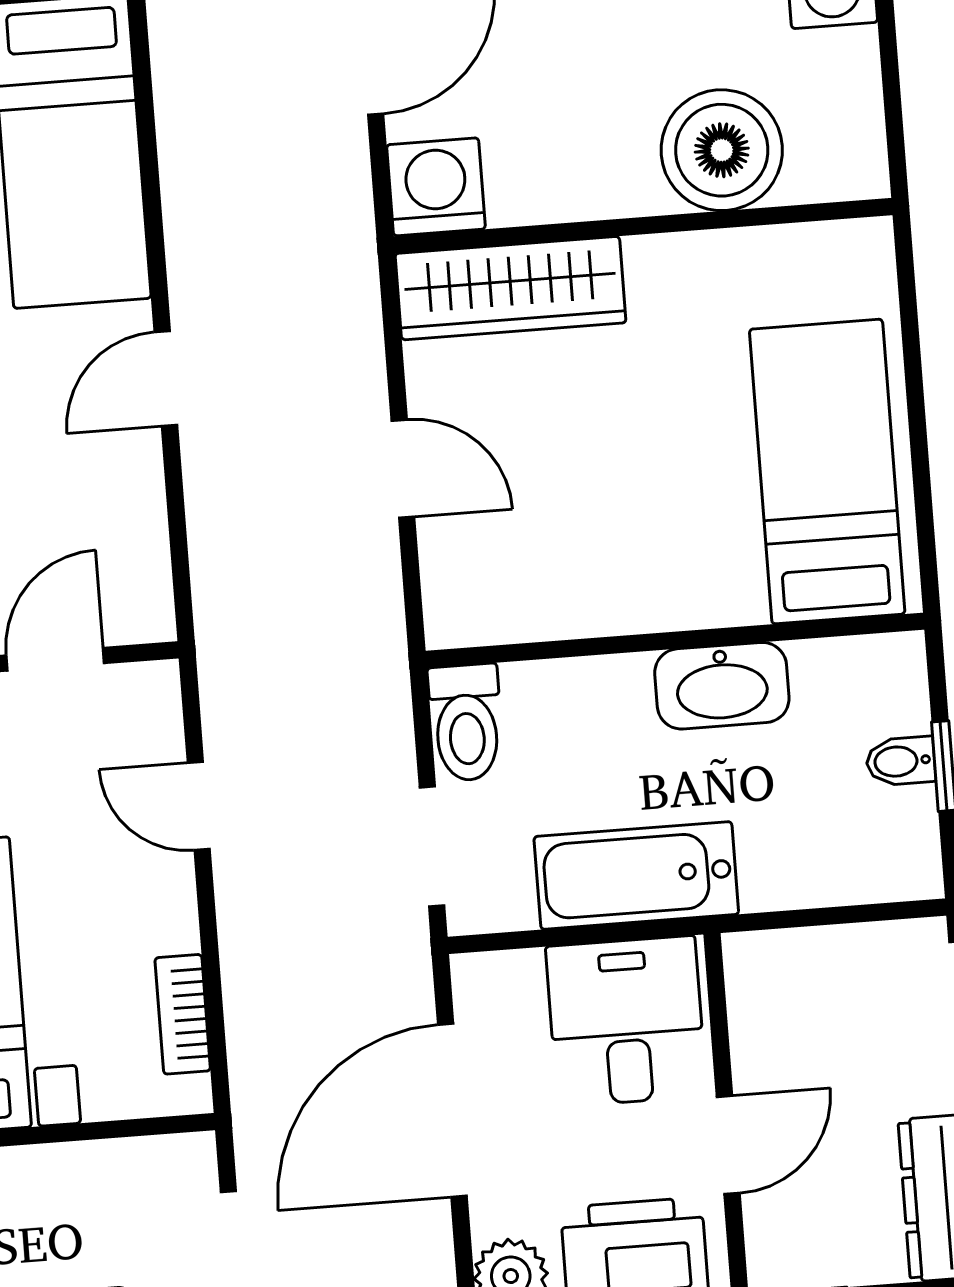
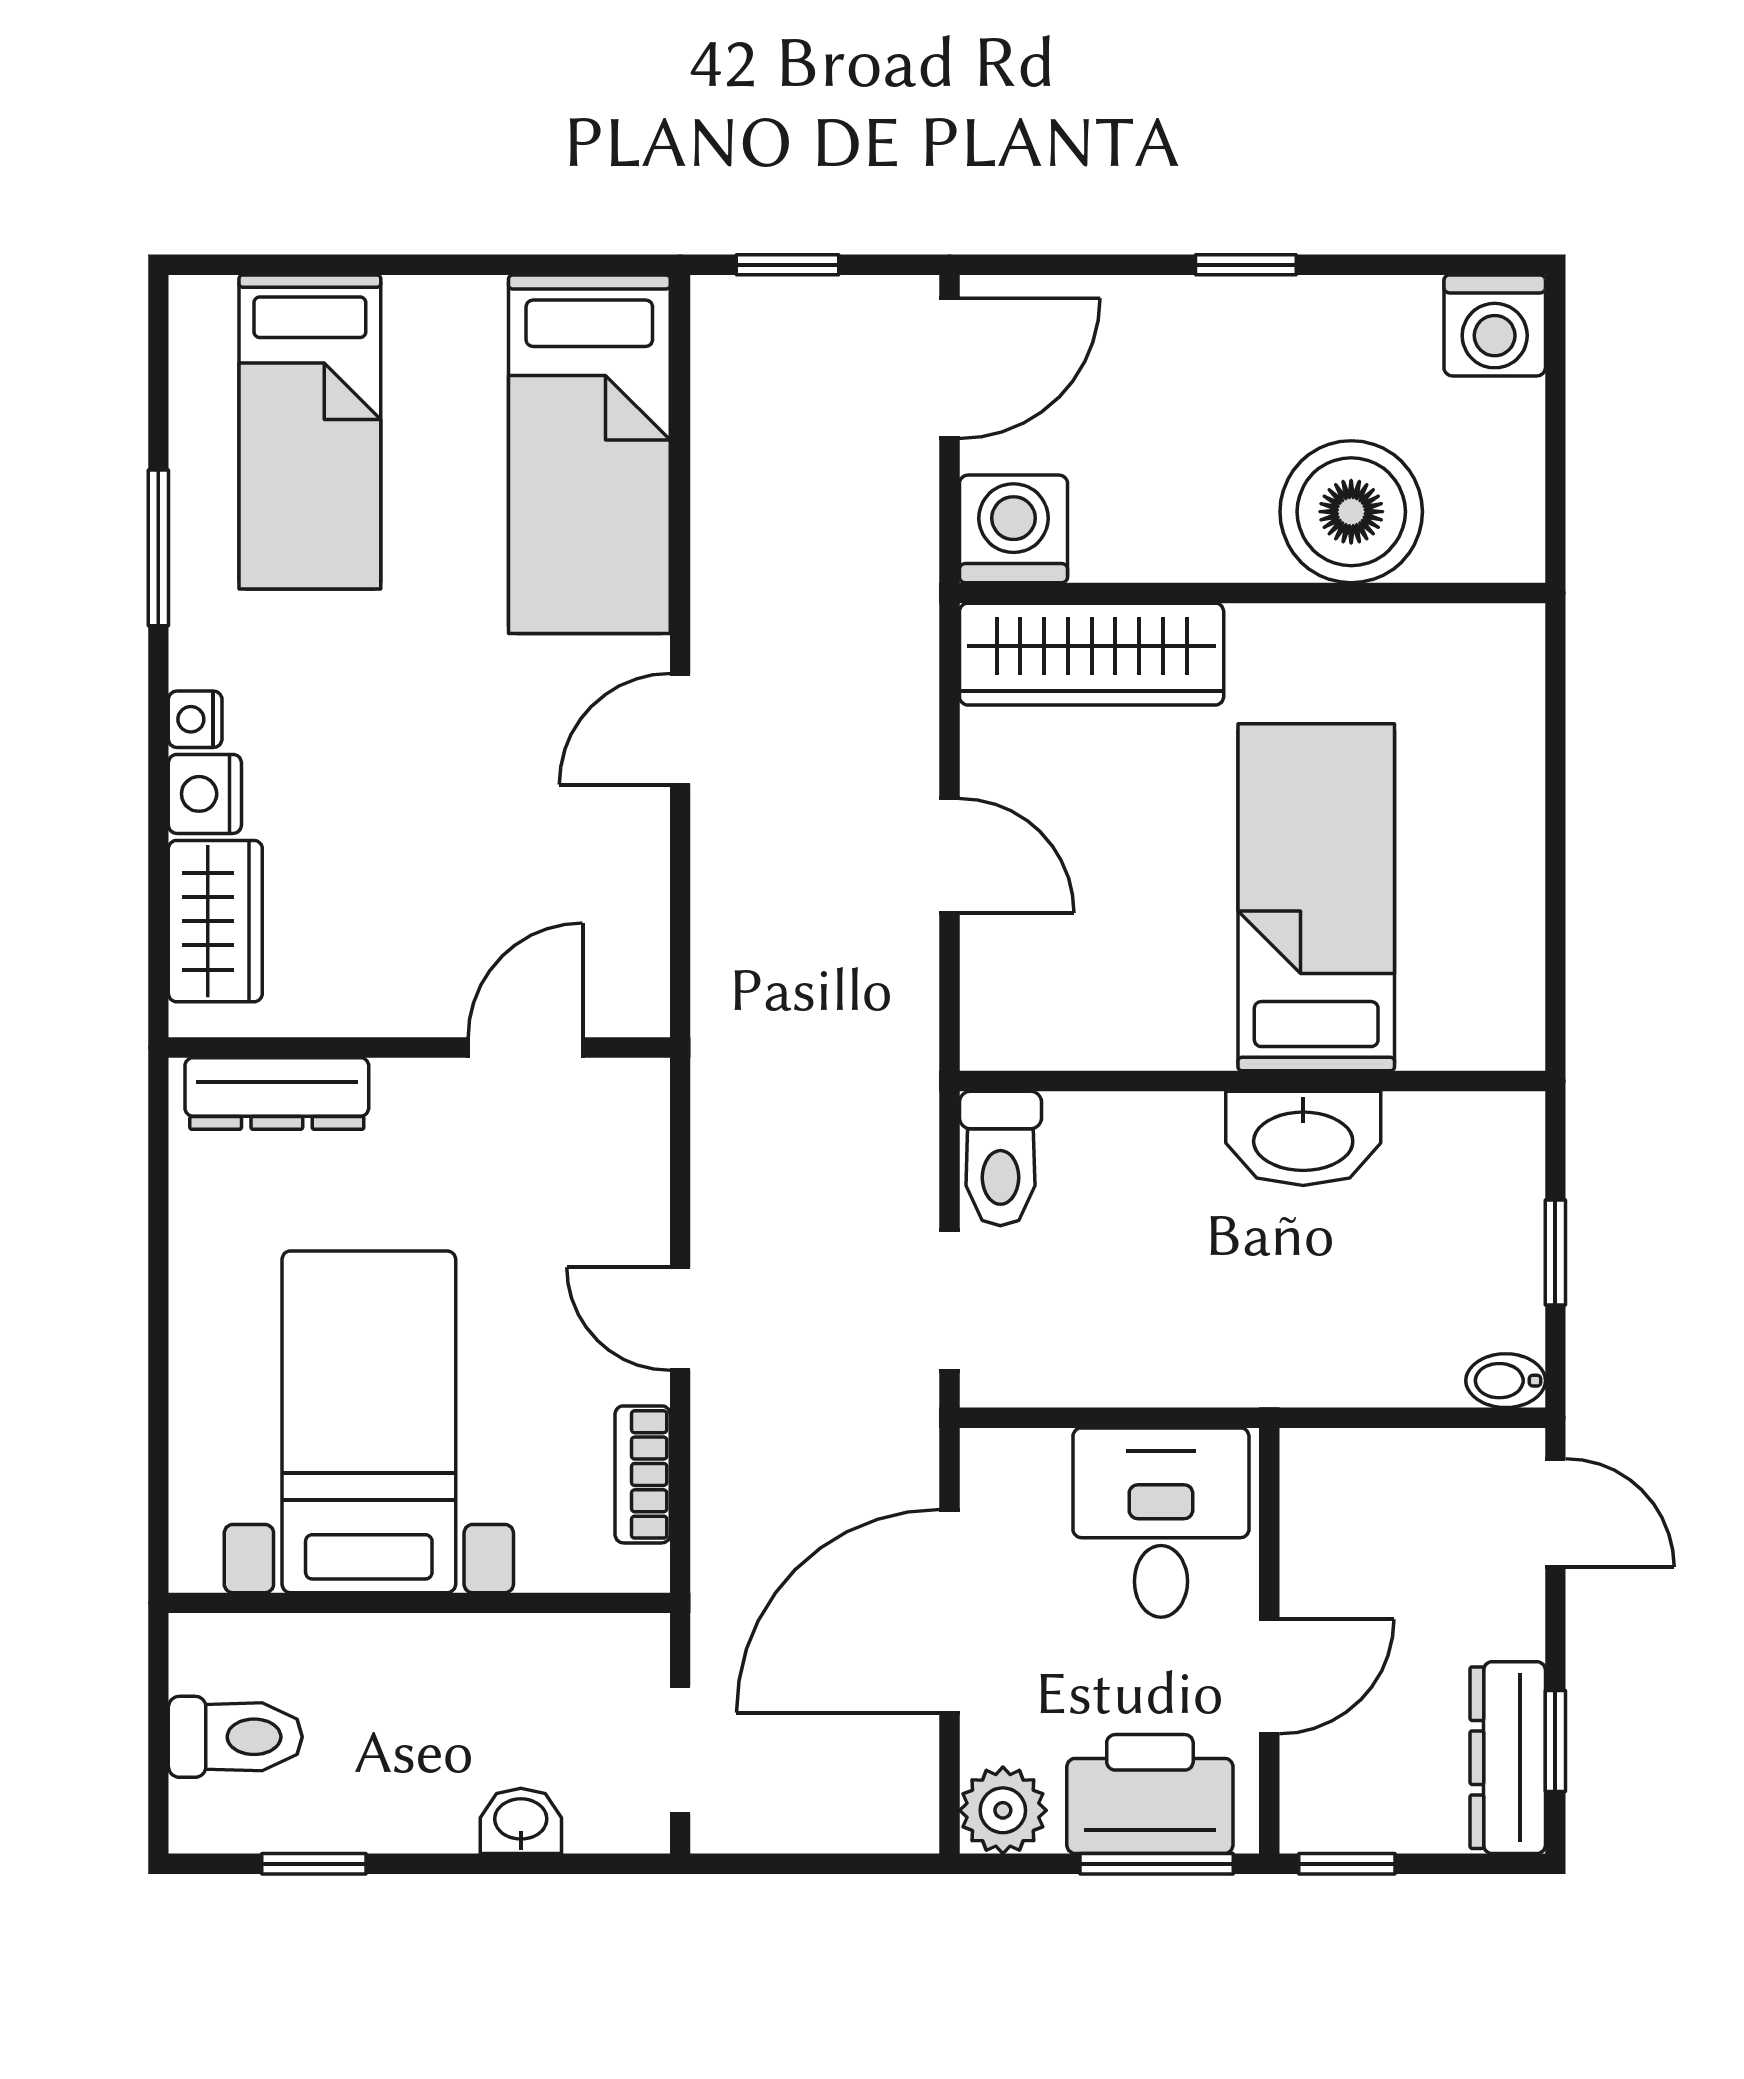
bed: (827, 472) -> (1316, 897), moved
bidet: (901, 761) -> (1506, 1381), moved
door: (199, 806) -> (680, 1319), moved
bathtub: (636, 875) -> (1186, 1353), removed

